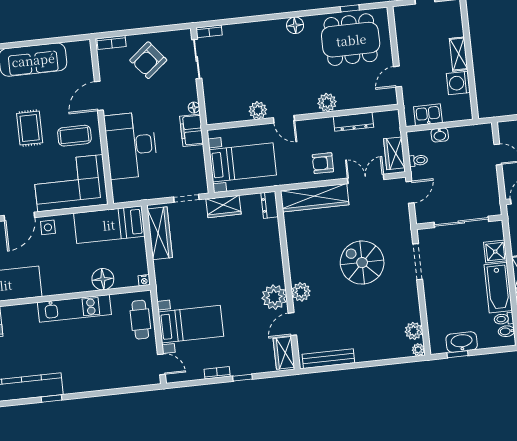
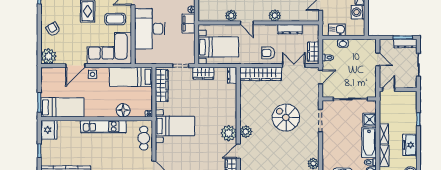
bed with nightstands: (191, 324) -> (175, 126), moved

